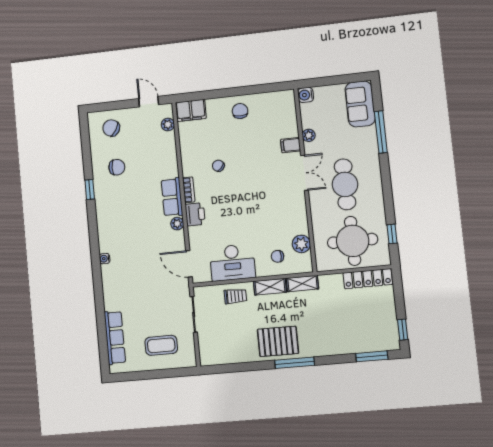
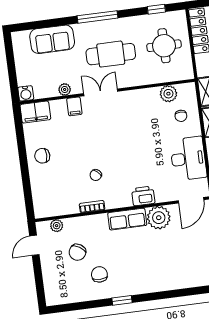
sofa: (360, 104) -> (52, 39), moved
filing cabinet: (191, 110) -> (35, 112), moved, turned 90
chair: (111, 128) -> (77, 252), moved
window: (381, 132) -> (98, 17), moved
bookcase: (189, 190) -> (92, 207), moved
plant: (177, 224) -> (159, 218), width x1.87, depth x1.87
round table: (353, 241) -> (164, 46), width x0.73, depth x0.73
water cooler: (105, 259) -> (189, 283), removed

